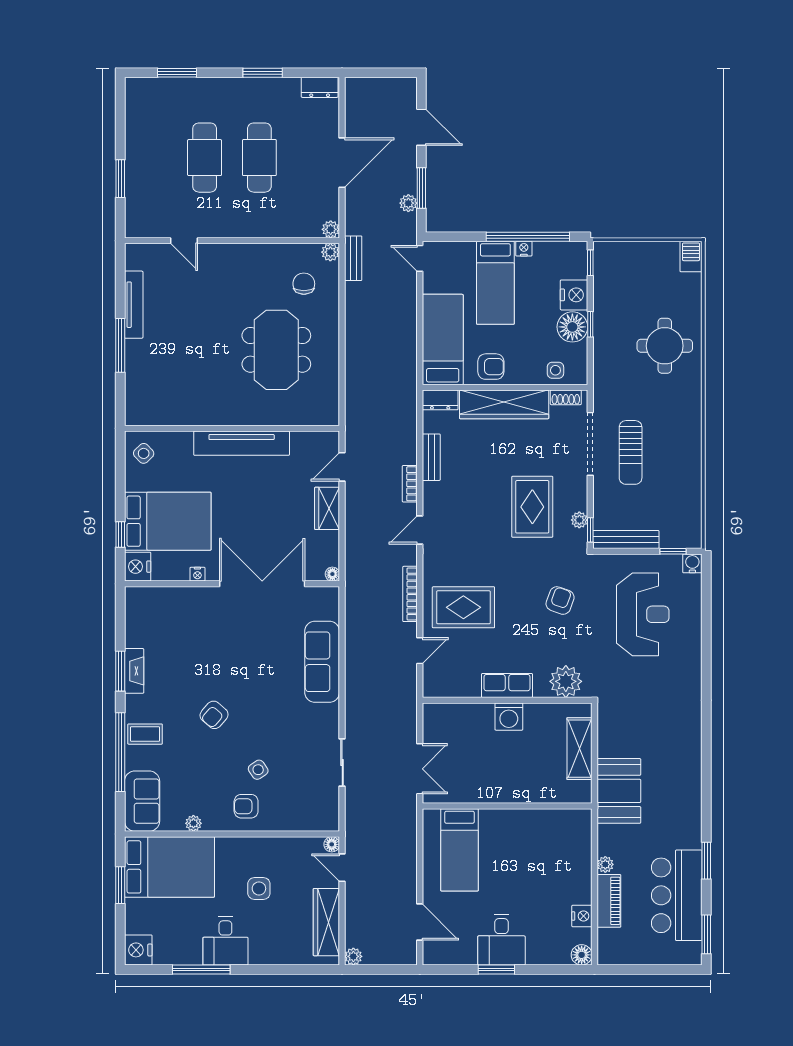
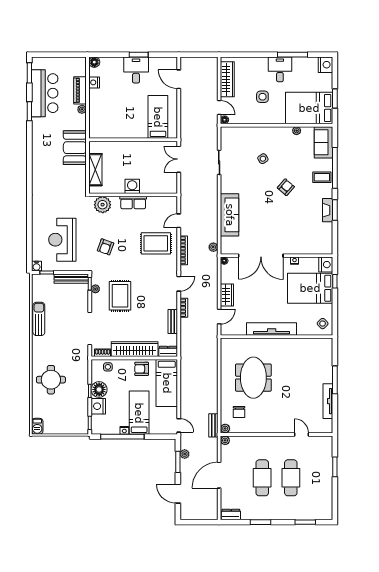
sun lounger: (631, 452) -> (39, 319), moved
armchair: (246, 806) -> (269, 140), removed
plant: (353, 956) -> (213, 247), moved

